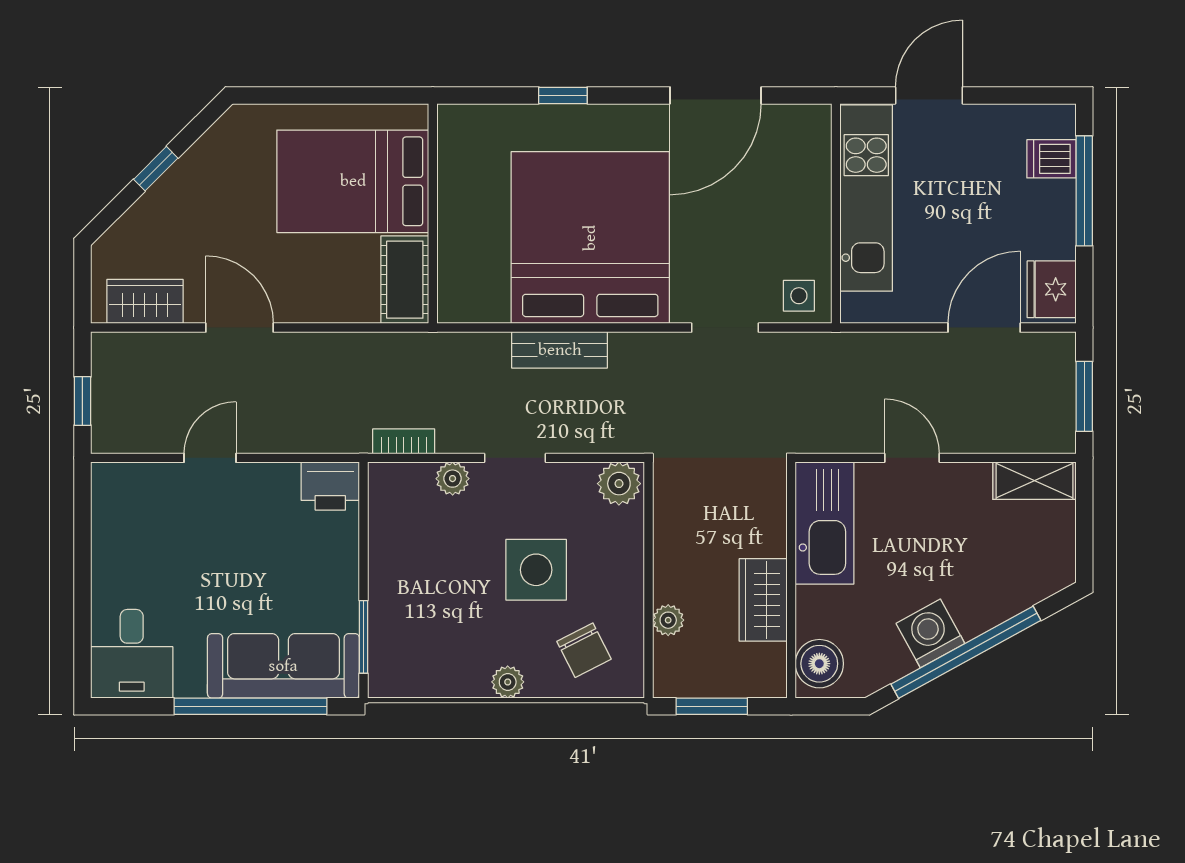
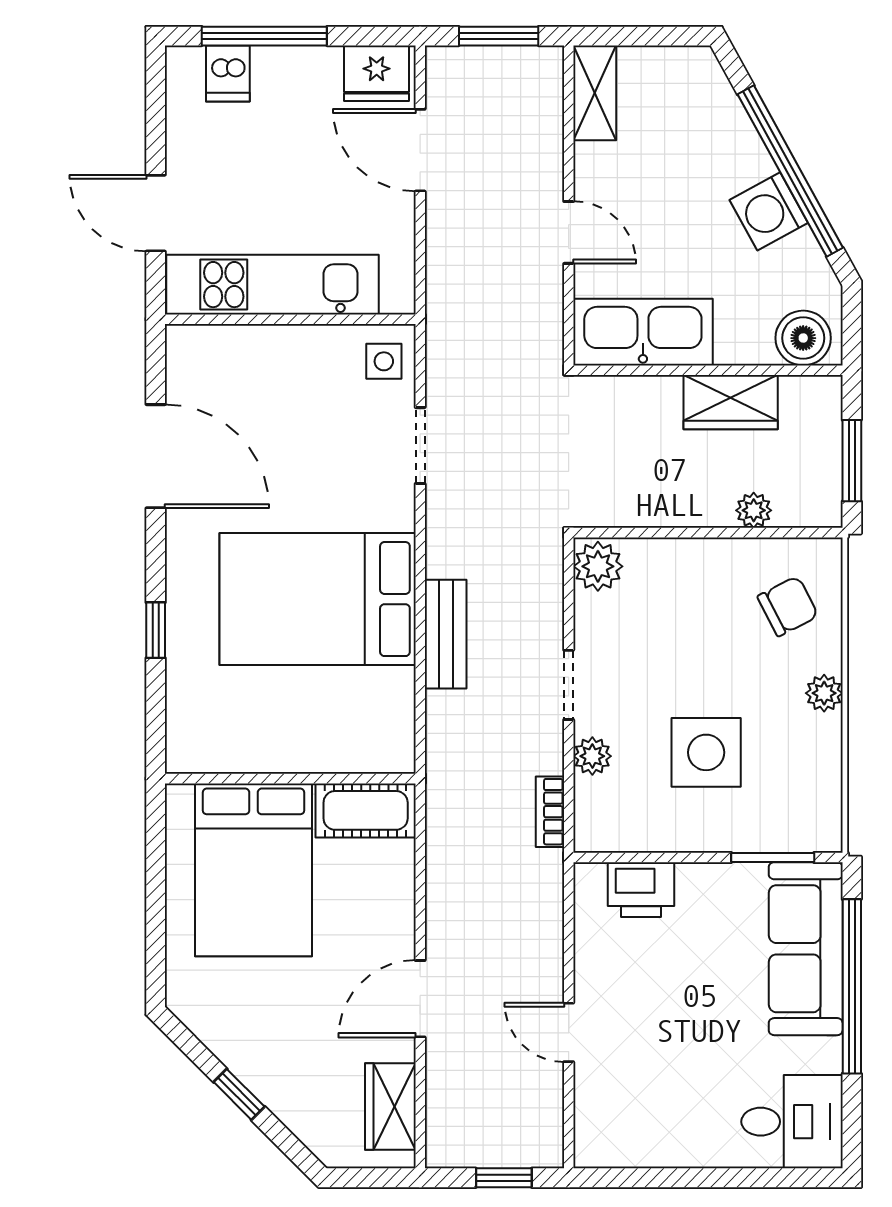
bed: (590, 238) -> (318, 599), width x0.73
door: (912, 458) -> (569, 232), swing flipped
printer: (330, 486) -> (641, 890), moved, turned 90
side table: (536, 570) -> (706, 752), moved

